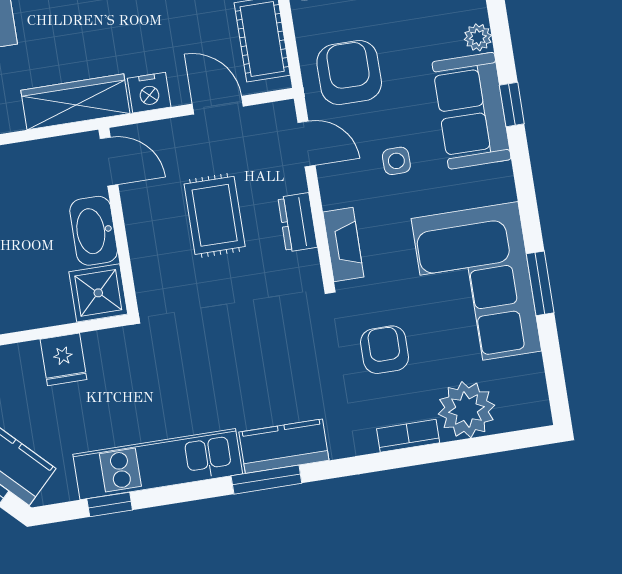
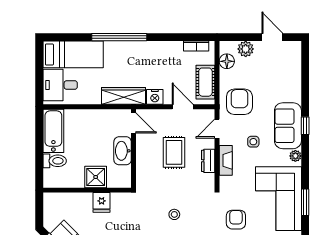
plant: (478, 37) -> (295, 156), moved
door: (307, 144) -> (217, 129), swing flipped
fireplace: (343, 244) -> (226, 160), moved
shower: (98, 293) -> (96, 177), moved
stool: (238, 360) -> (174, 214), added

